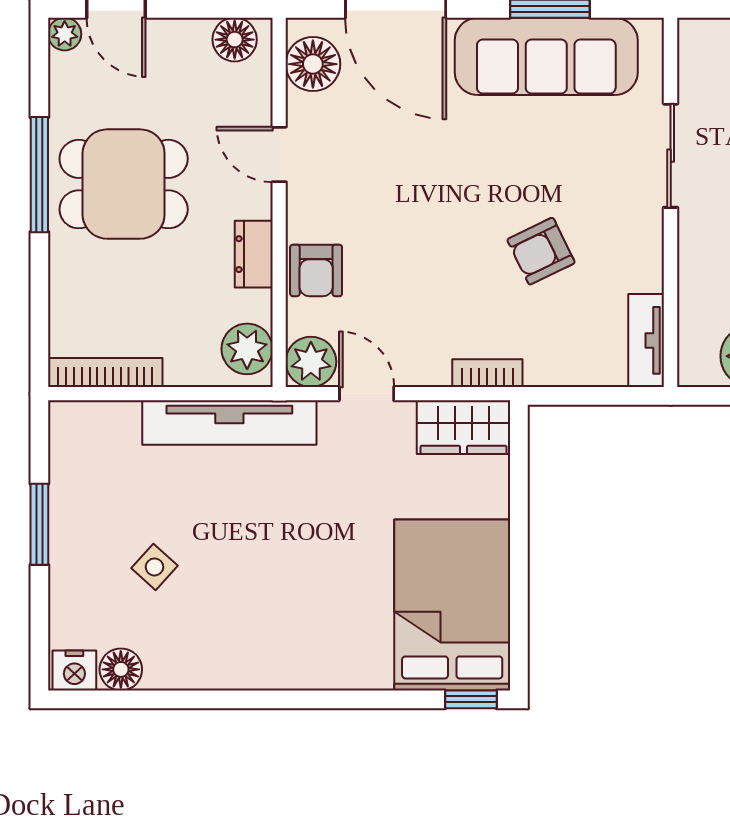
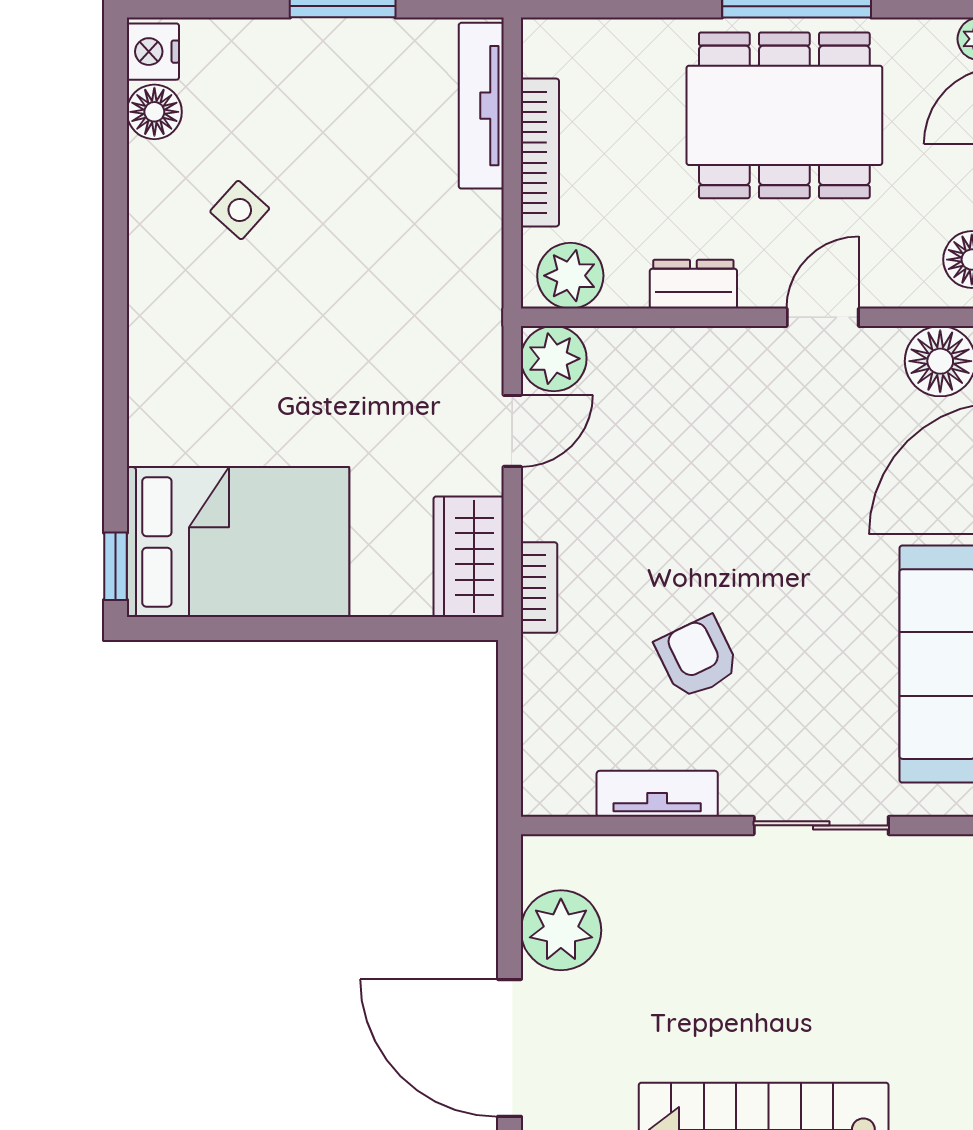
dining table: (124, 184) -> (784, 115), width x1.37
armchair: (316, 270) -> (672, 365), removed
tv unit: (646, 340) -> (657, 794), moved
bookcase: (105, 372) -> (540, 152), moved
tv unit: (229, 423) -> (481, 106), moved, width x0.73, depth x0.78
side table: (154, 567) -> (240, 210), moved

